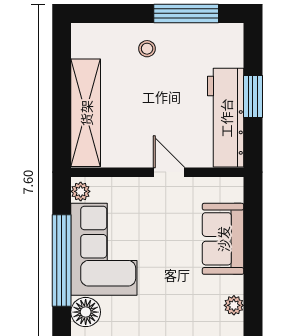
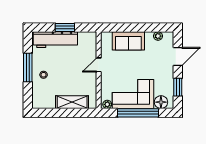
window: (186, 13) -> (28, 68), moved
shelving: (86, 113) -> (72, 102), width x0.68
workbench: (226, 118) -> (55, 40), moved

